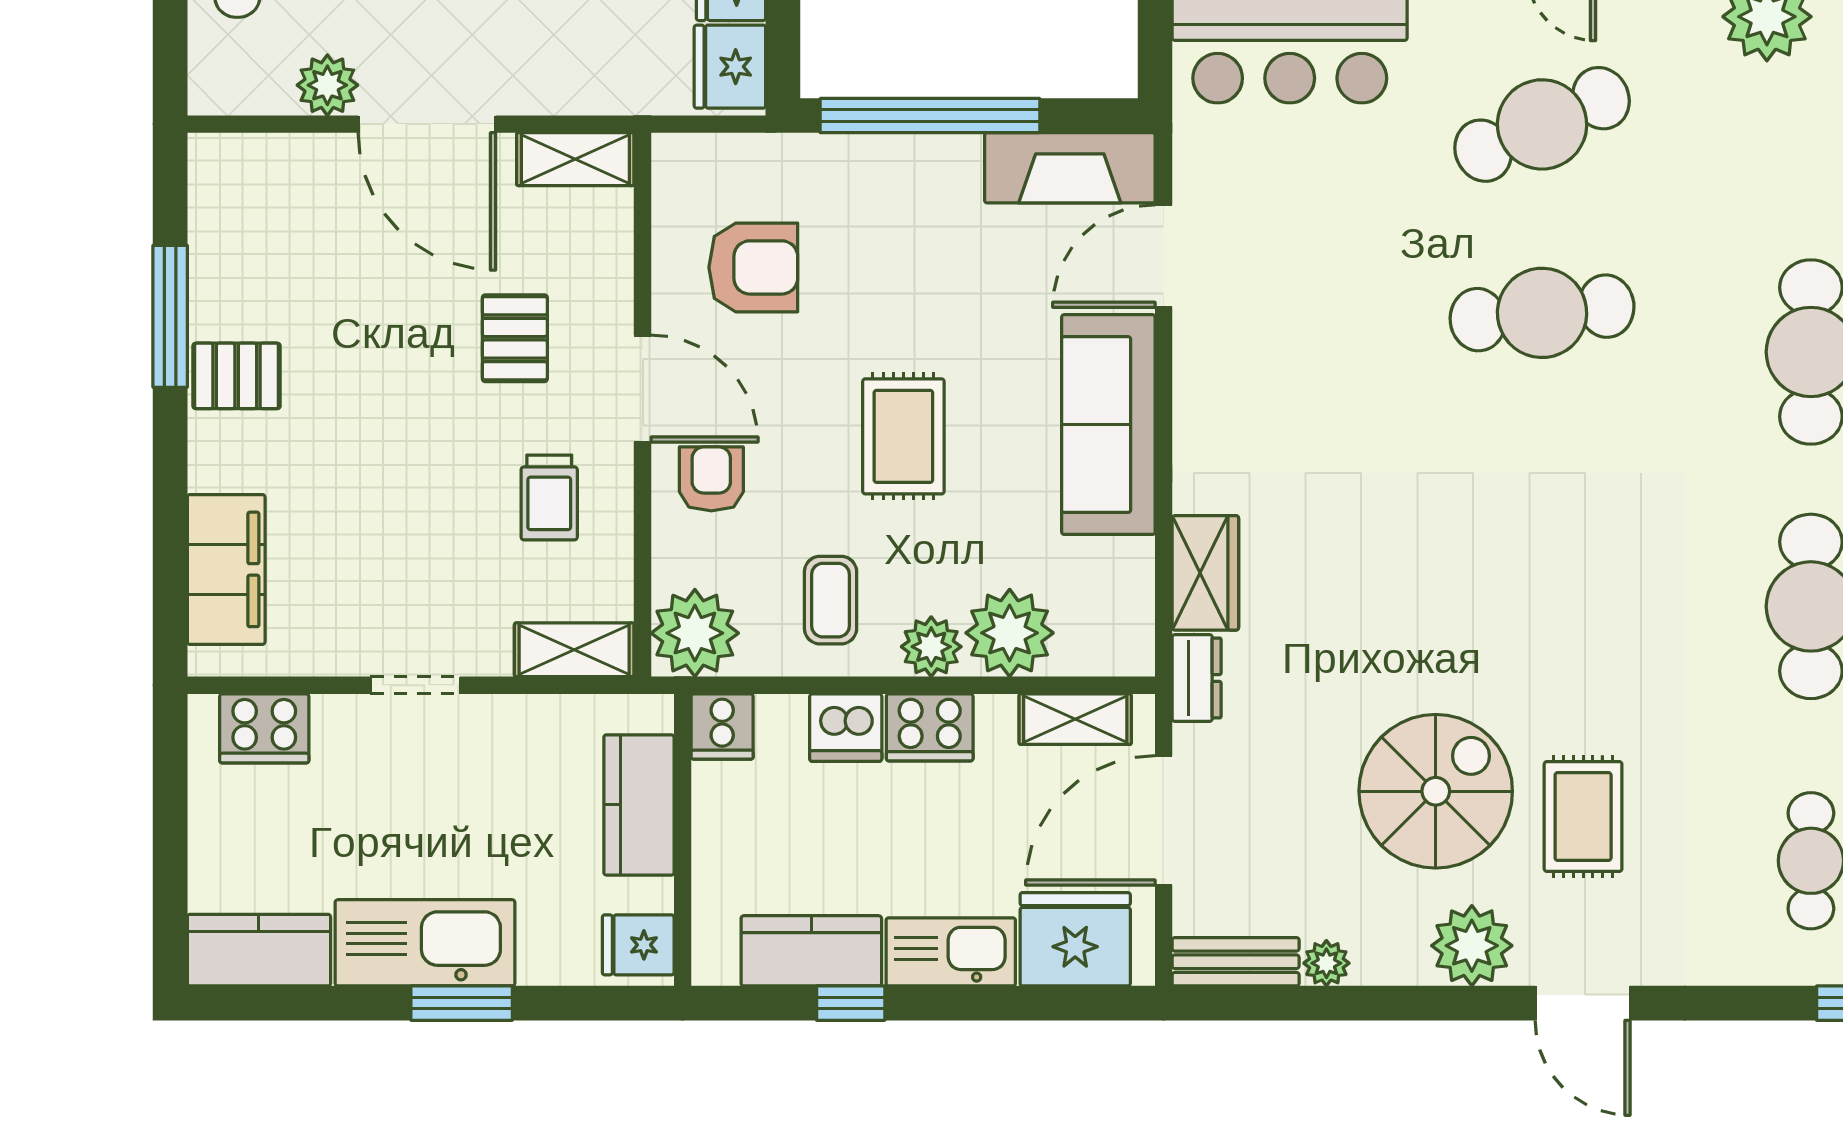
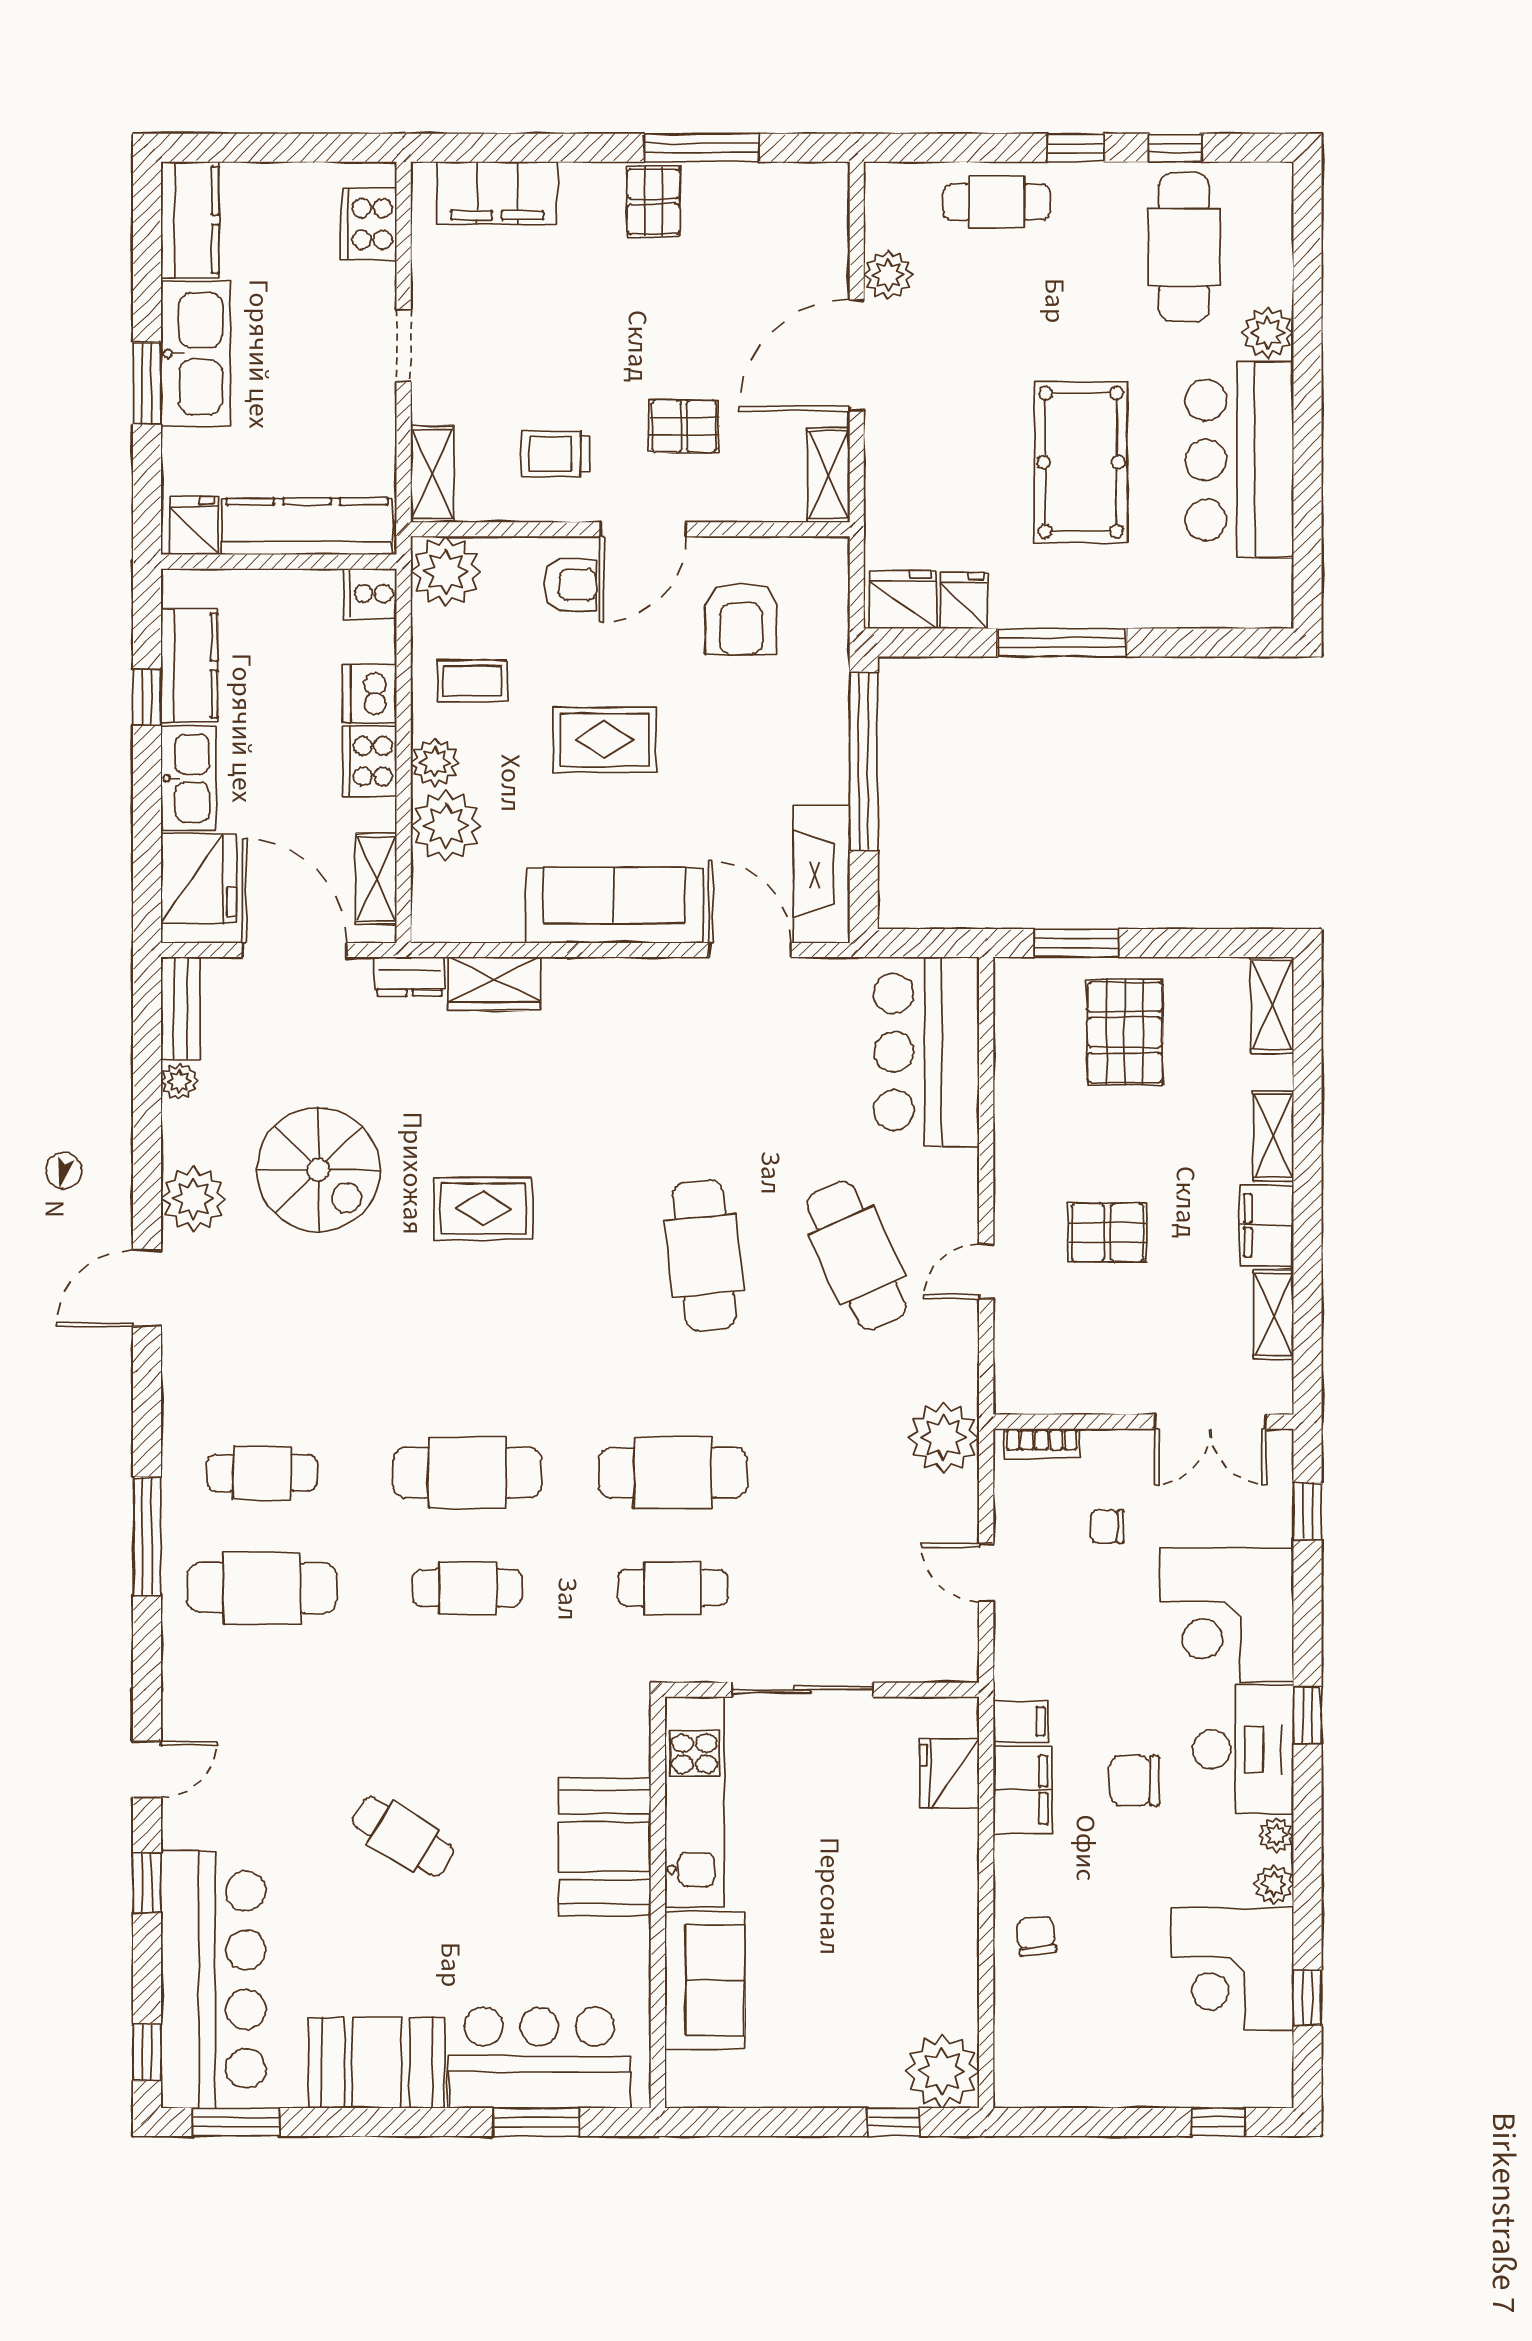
kitchen counter: (639, 805) -> (307, 526), width x1.50
rug: (1583, 817) -> (483, 1209), moved

